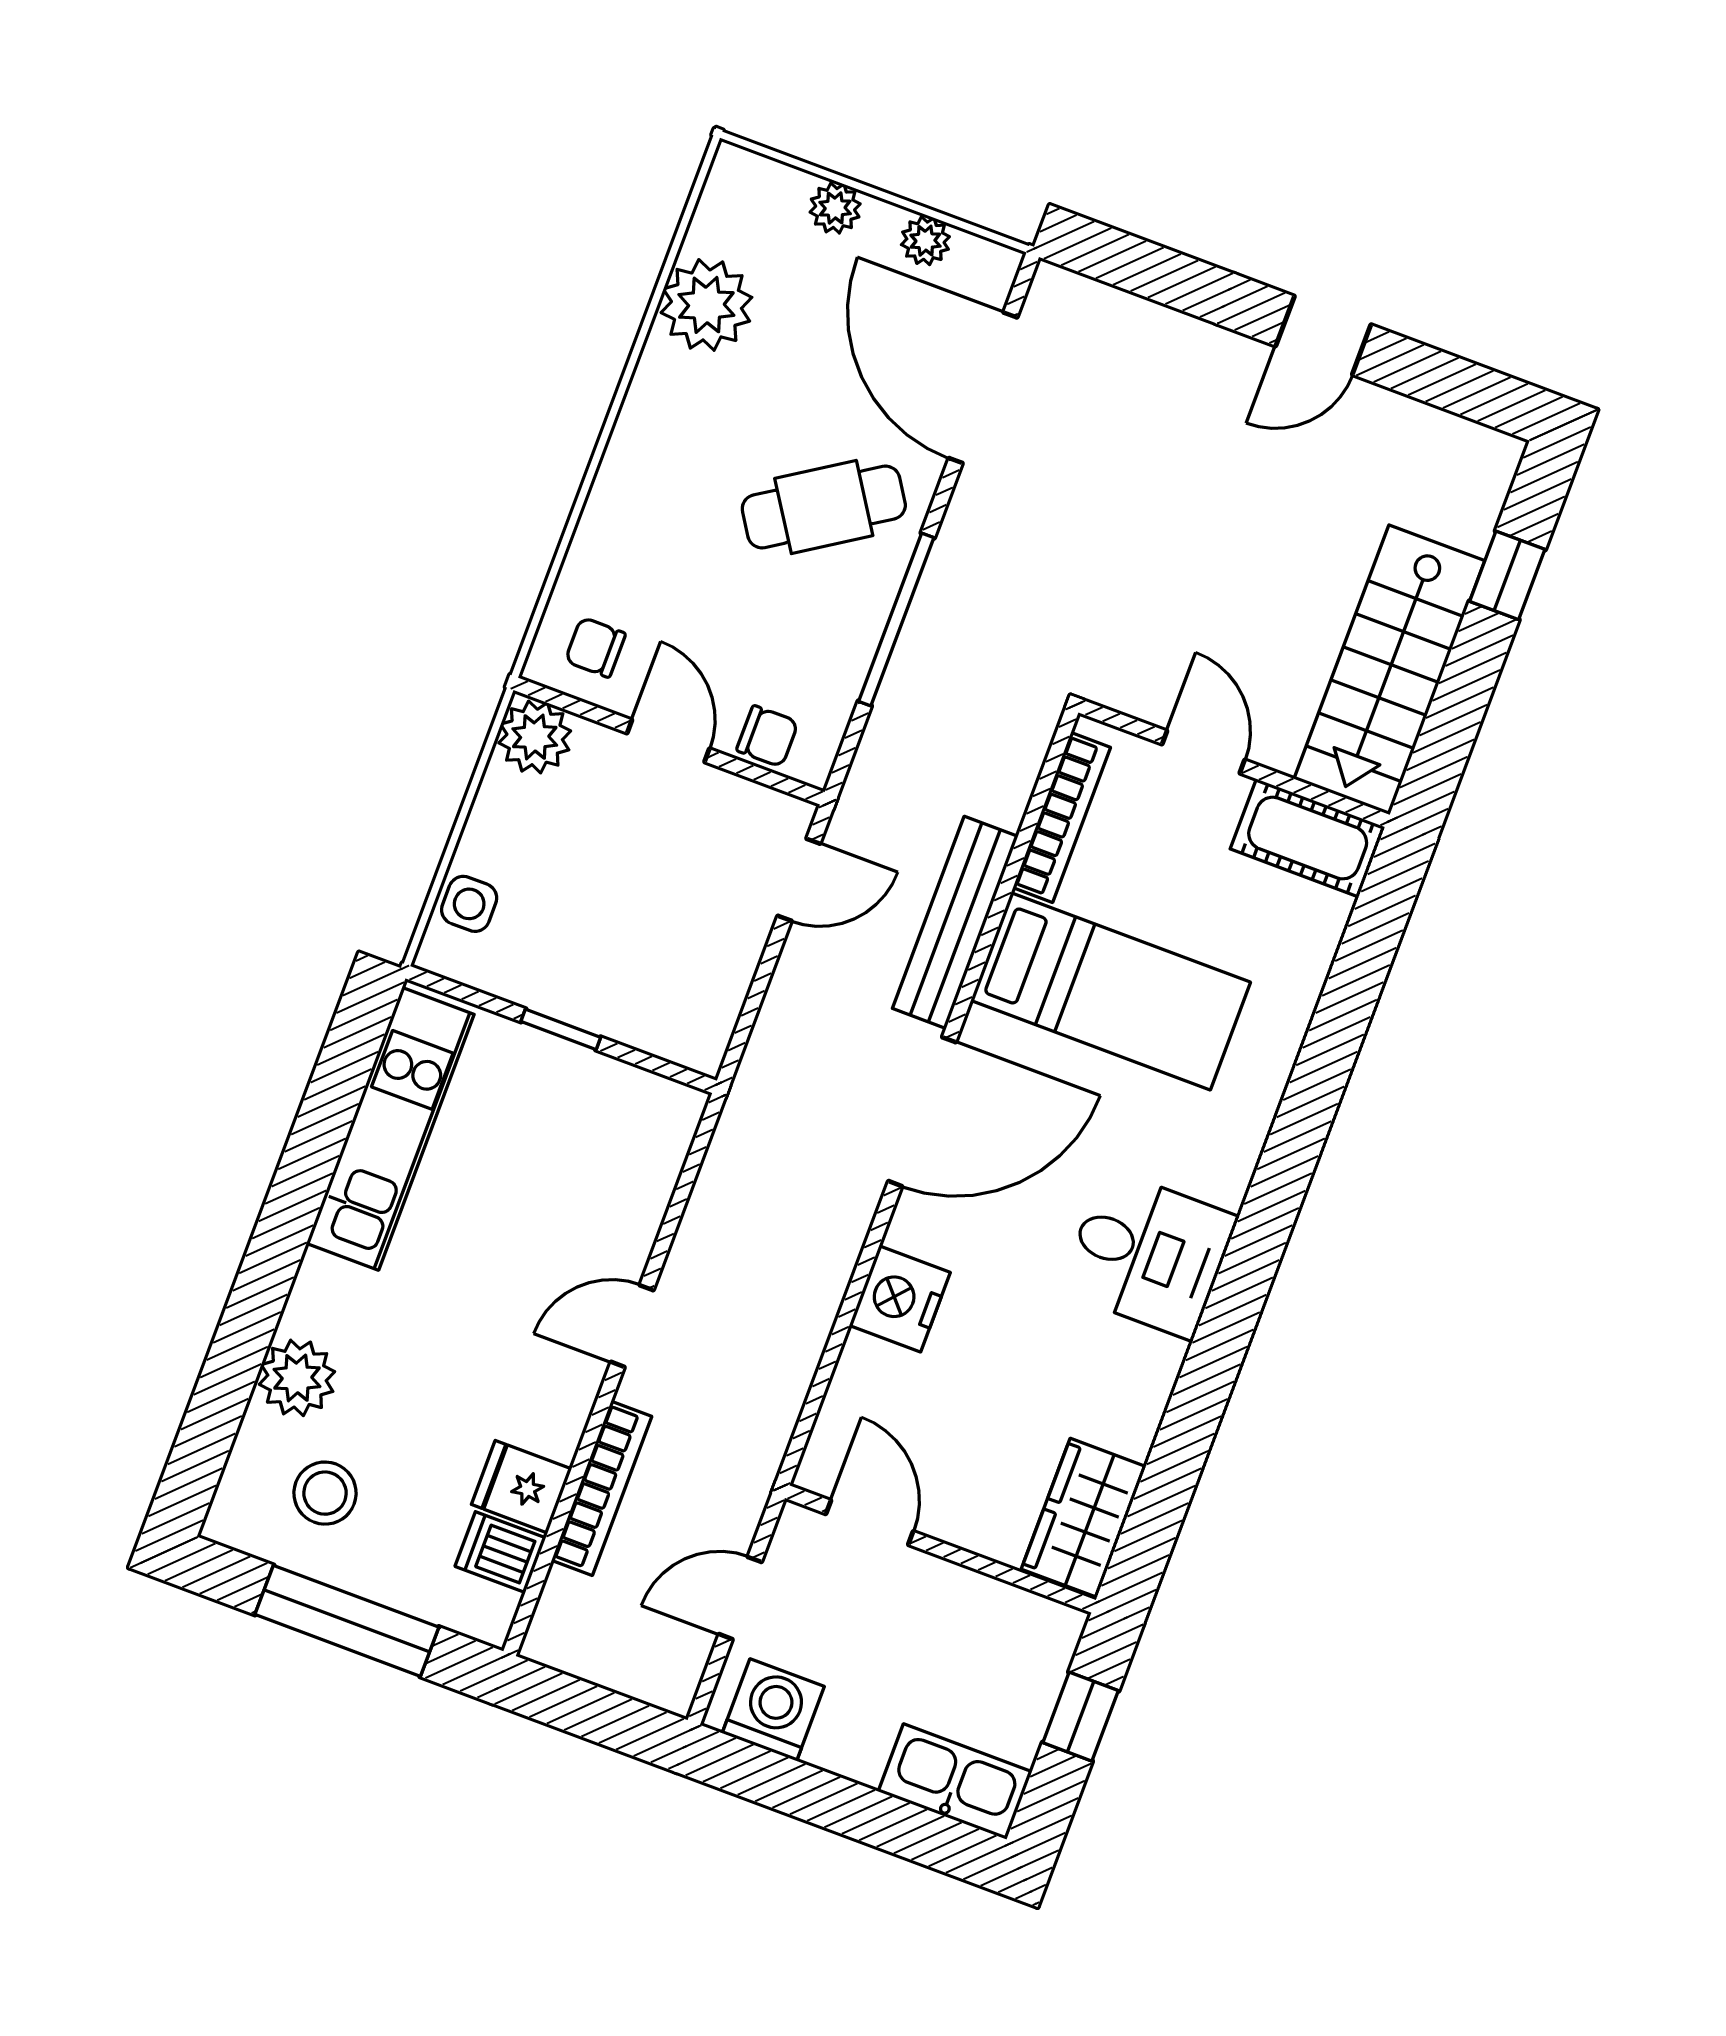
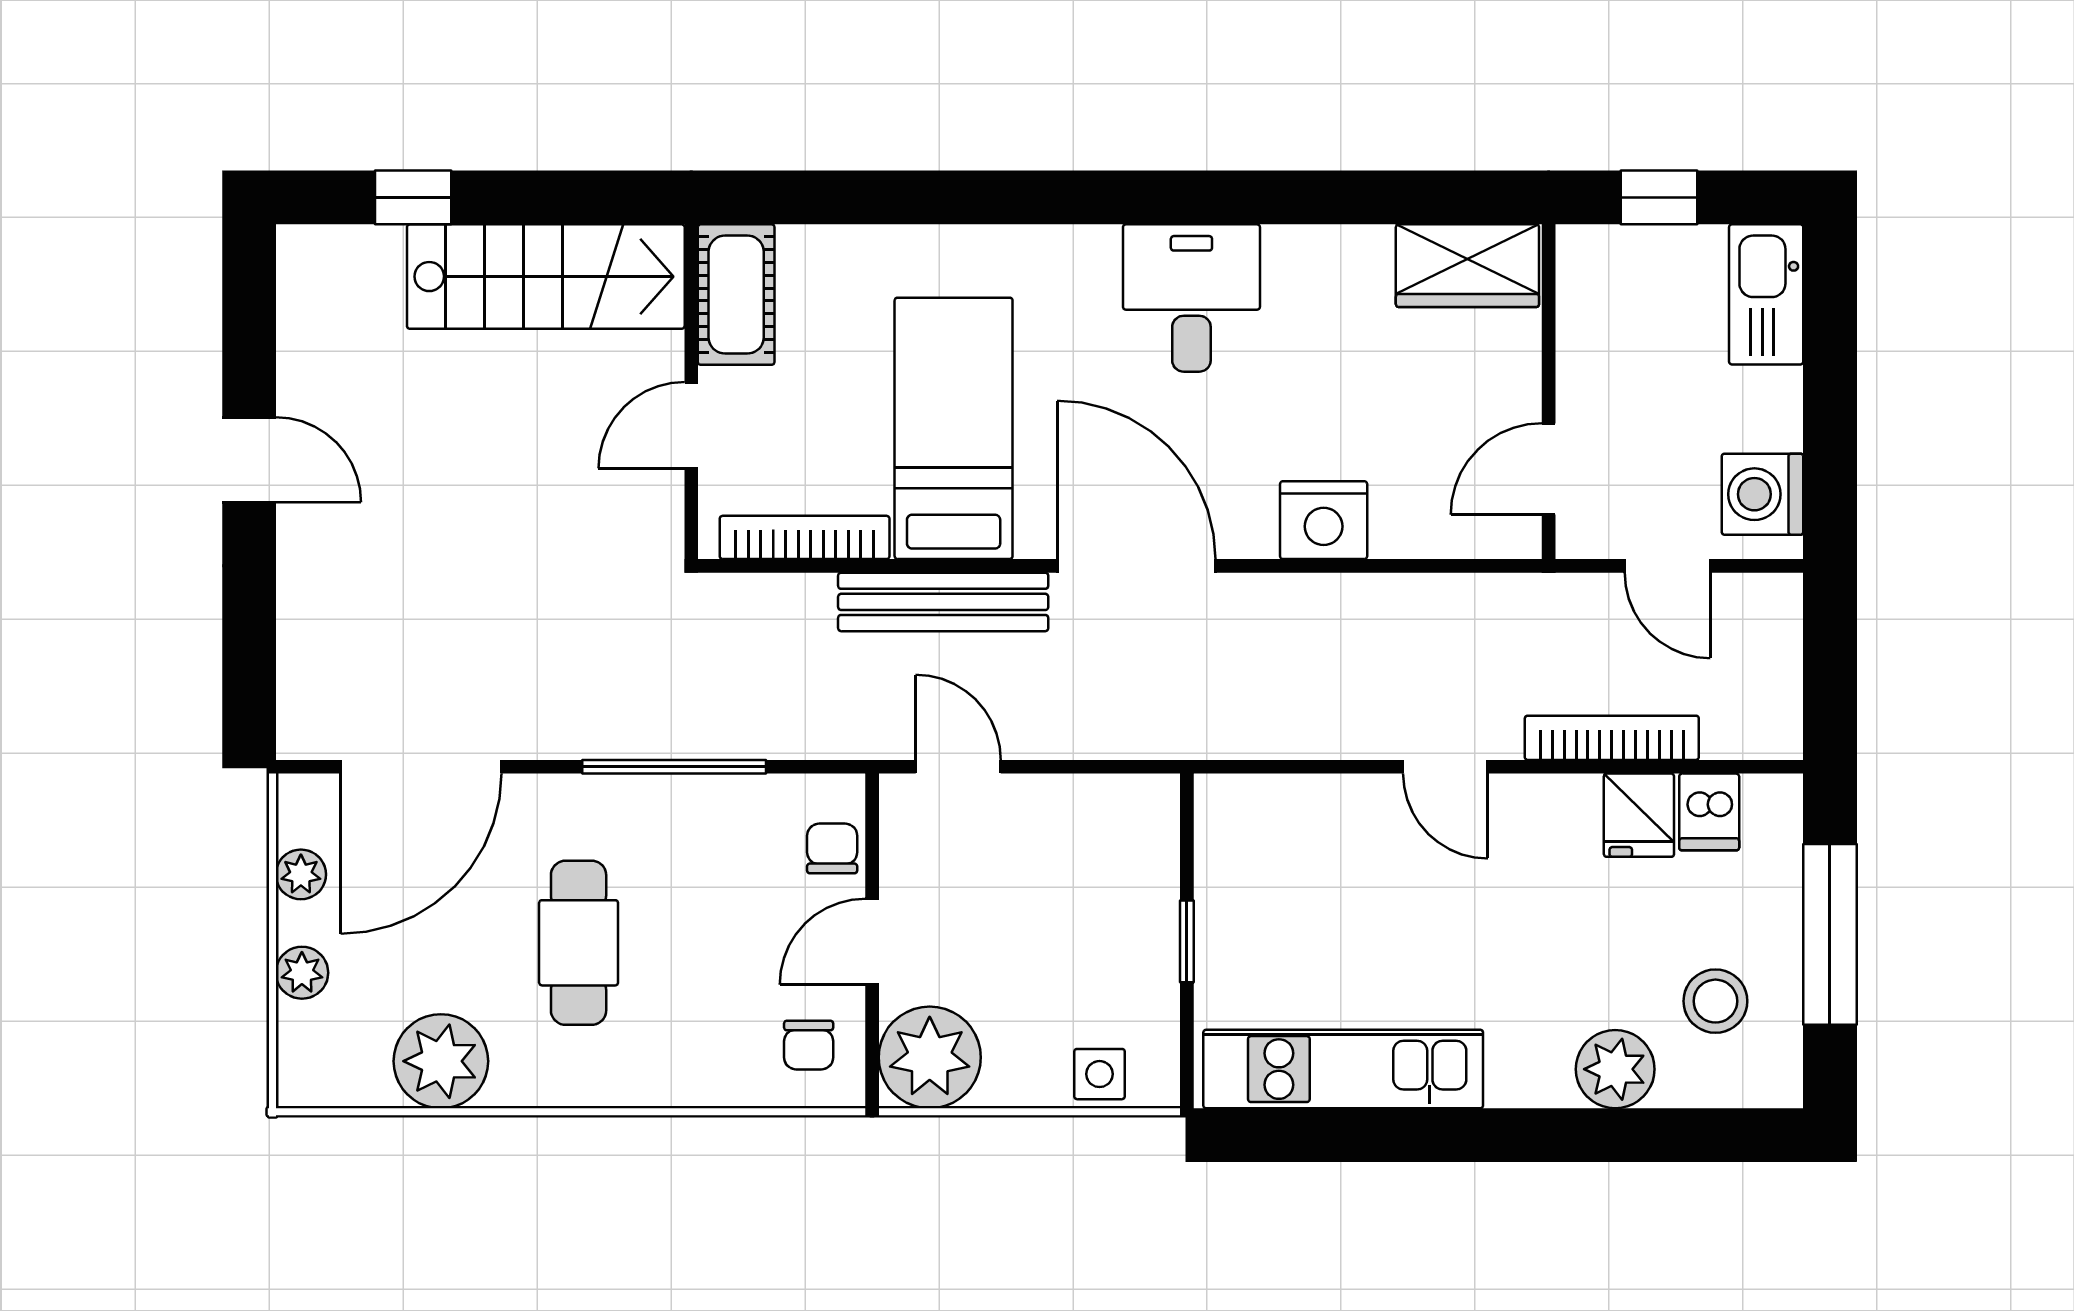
cafe table: (824, 507) -> (579, 943), moved, turned 33
plant: (535, 737) -> (930, 1057), width x1.36, depth x1.36

